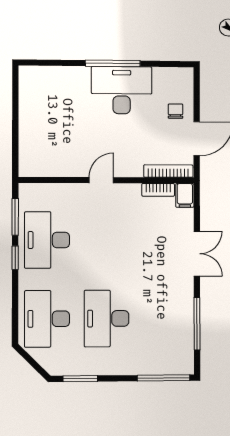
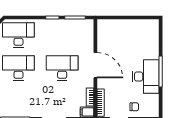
door: (101, 180) -> (95, 65), width x1.87
desk: (47, 240) -> (62, 68), moved

